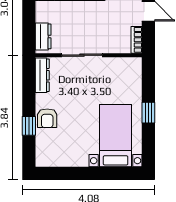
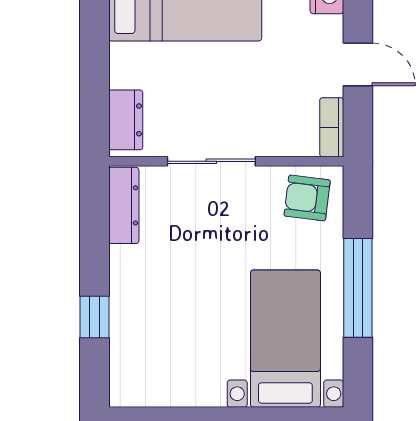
window: (148, 113) -> (358, 288), width x2.17
armchair: (47, 118) -> (307, 198), moved, turned 97

